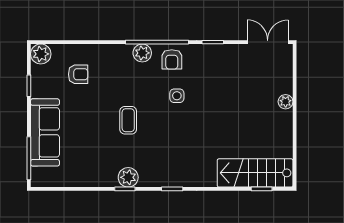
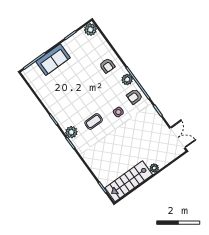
armchair: (78, 74) -> (107, 66), moved
coffee table: (128, 120) -> (94, 121), moved
sofa: (45, 132) -> (53, 60), width x0.73
stairs: (255, 173) -> (129, 181), moved, turned -90
plant: (128, 177) -> (71, 132), moved

